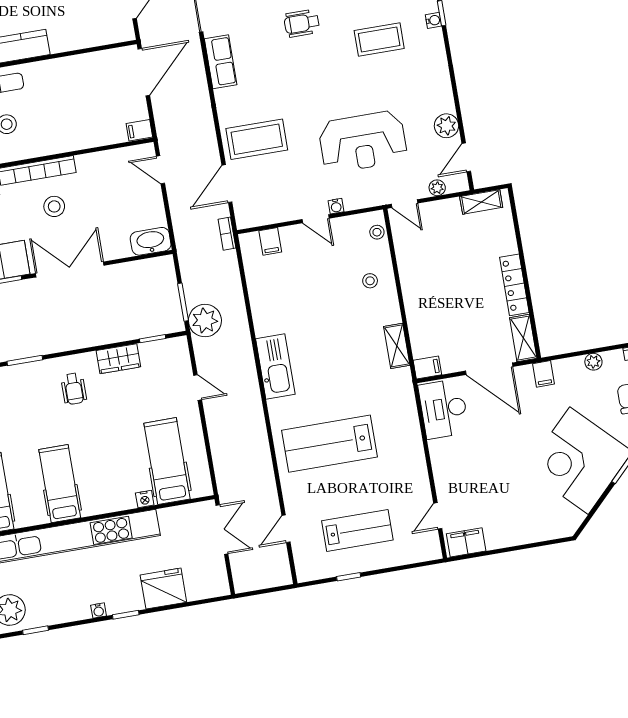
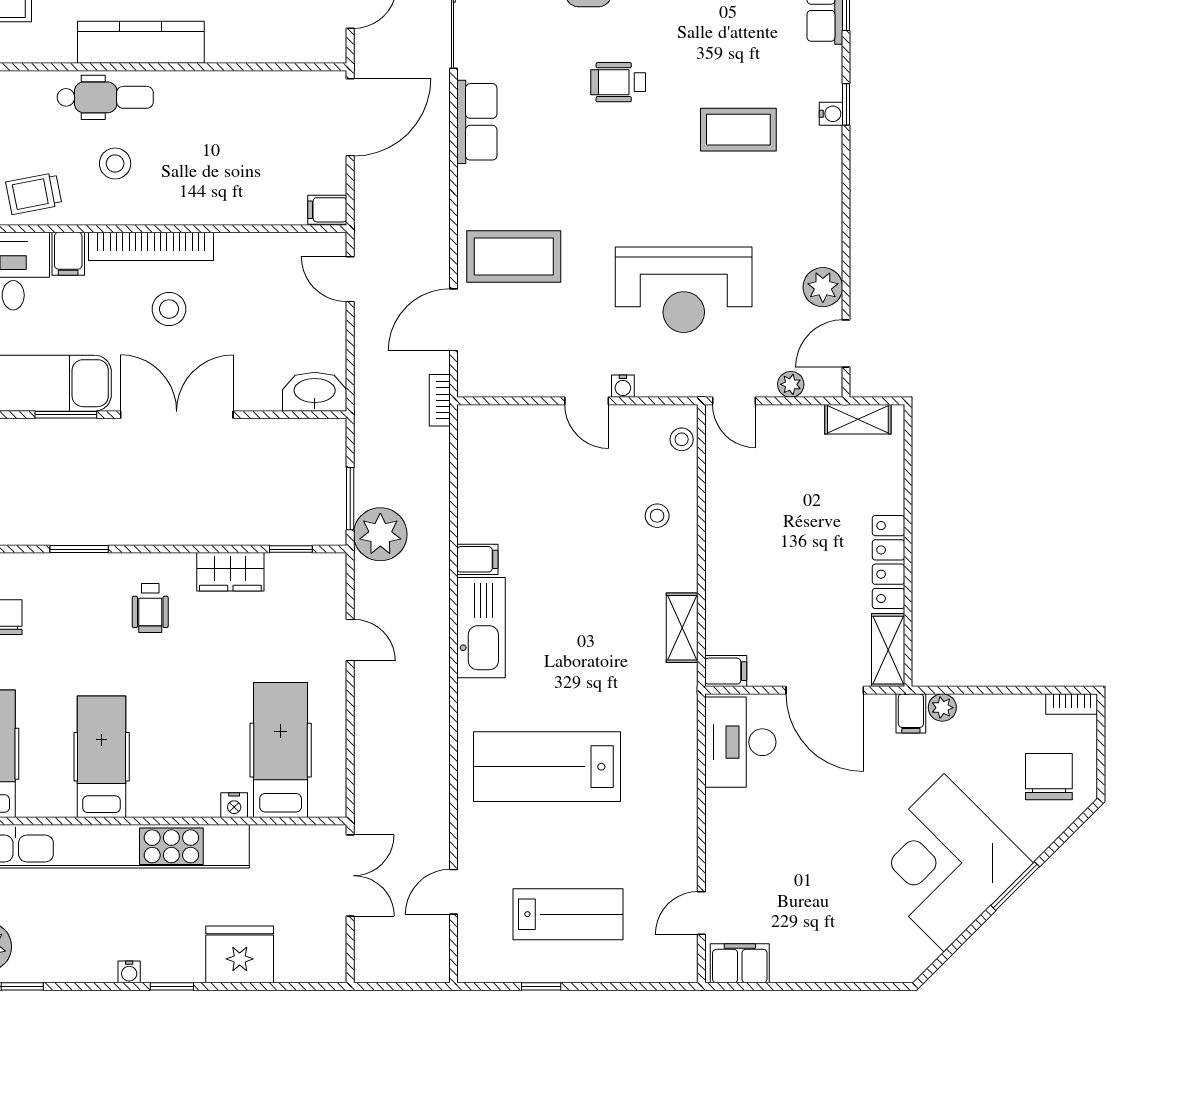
filing cabinet: (270, 241) -> (477, 559), moved, turned -90
plant: (593, 362) -> (942, 708), moved

